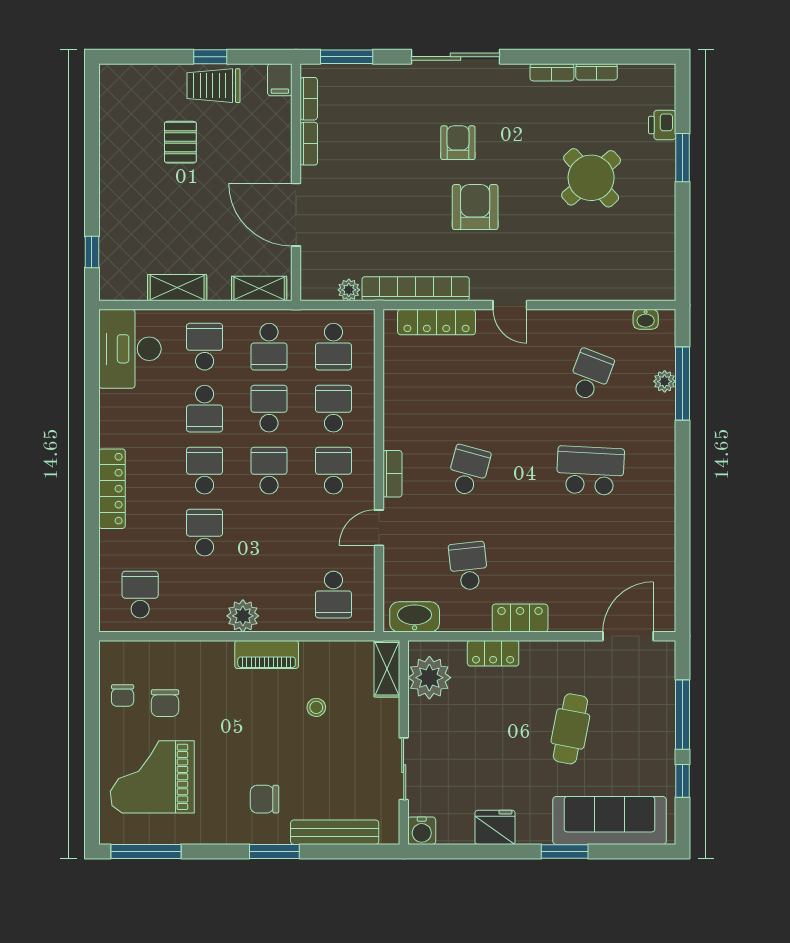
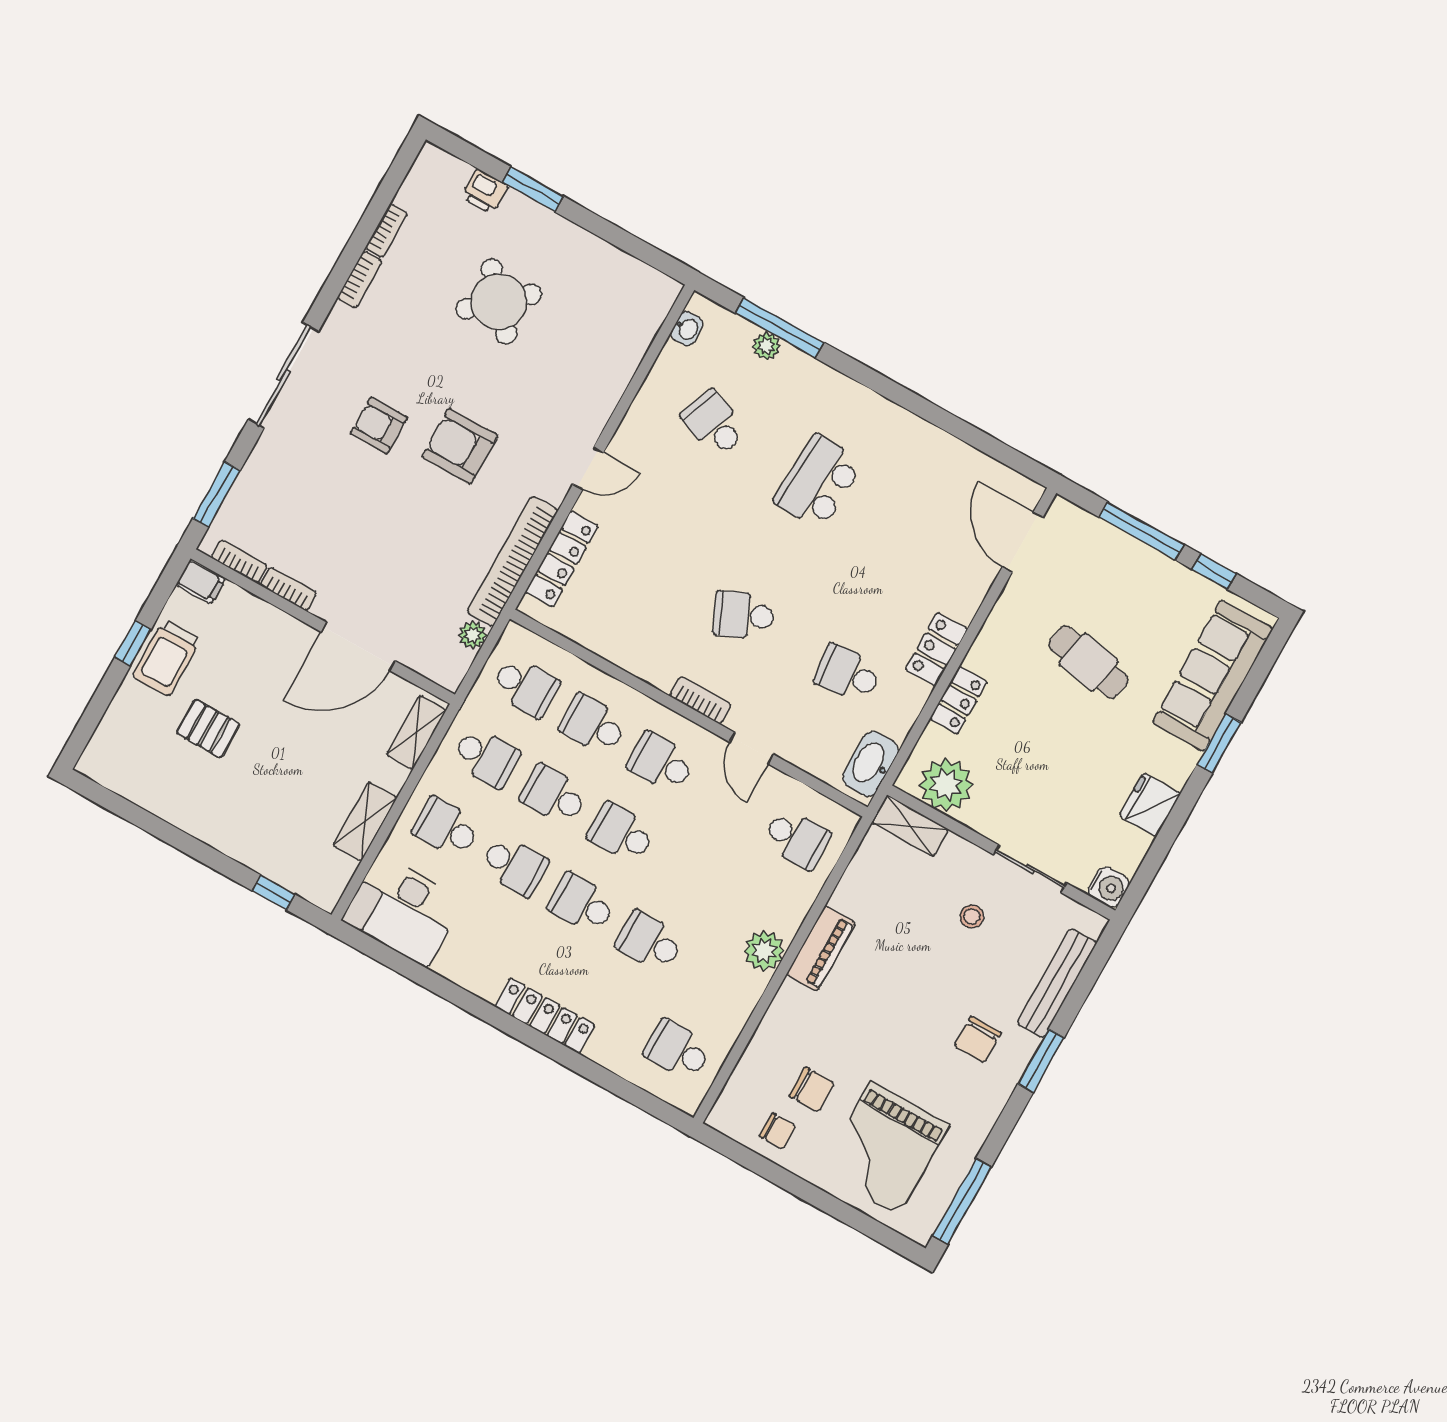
school desk: (468, 471) -> (744, 615), turned -39
stool: (316, 707) -> (972, 916), moved

